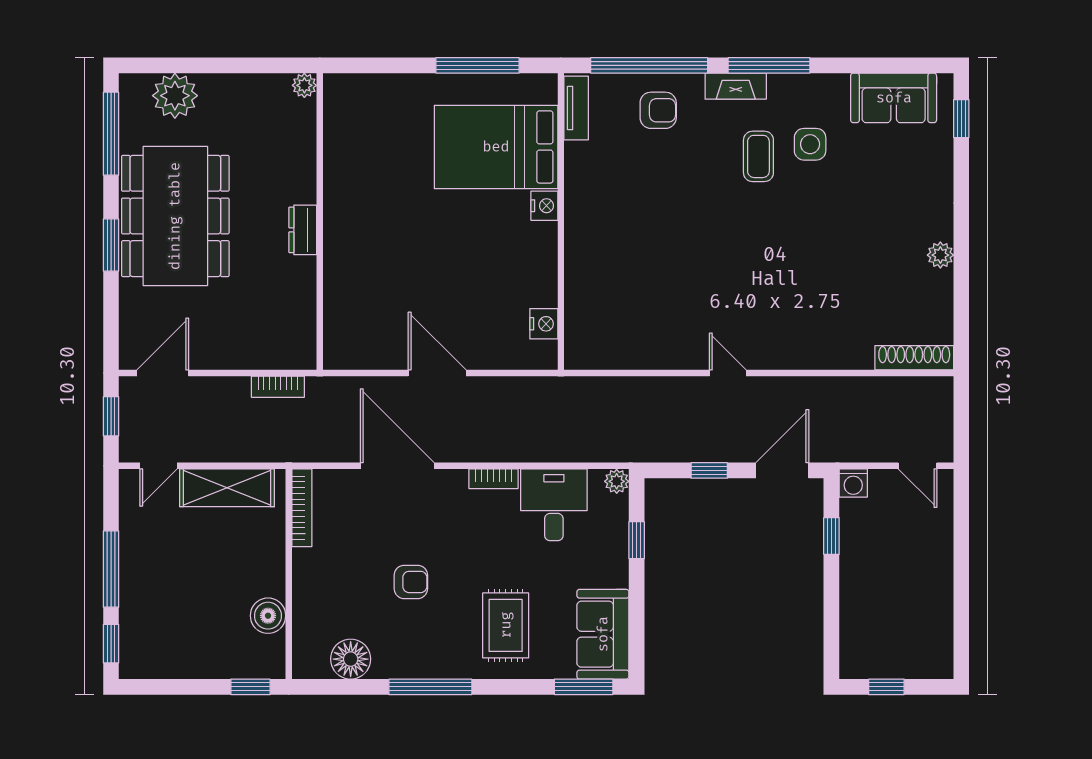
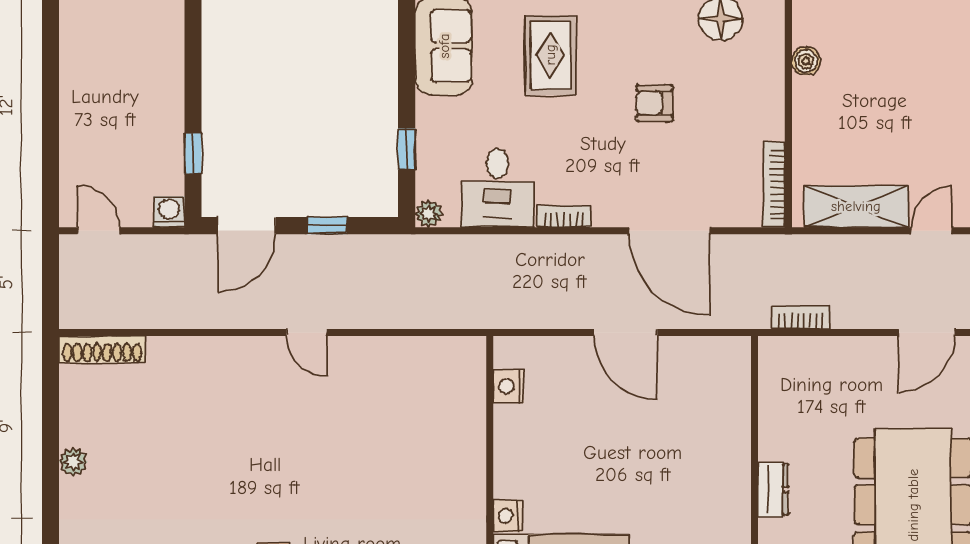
boiler: (268, 616) -> (806, 61), width x0.73, depth x0.73

